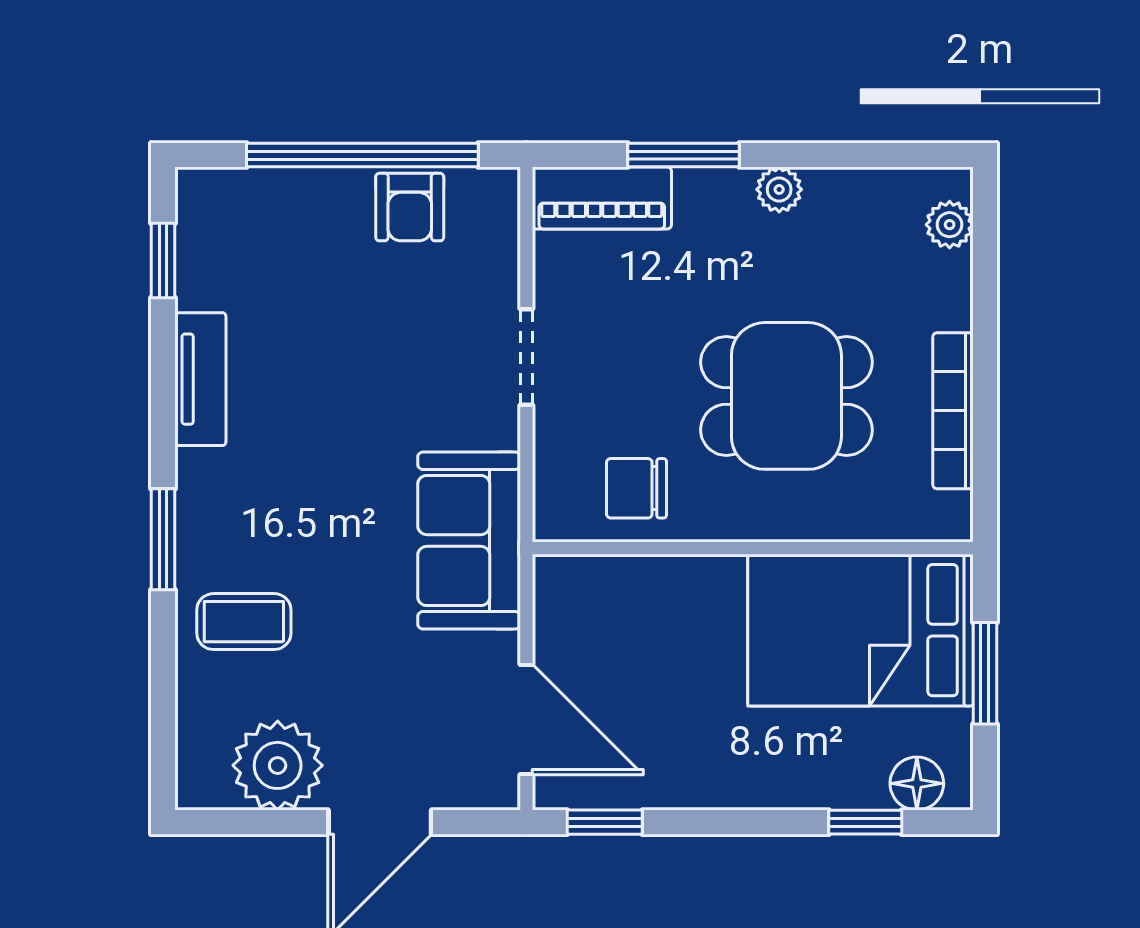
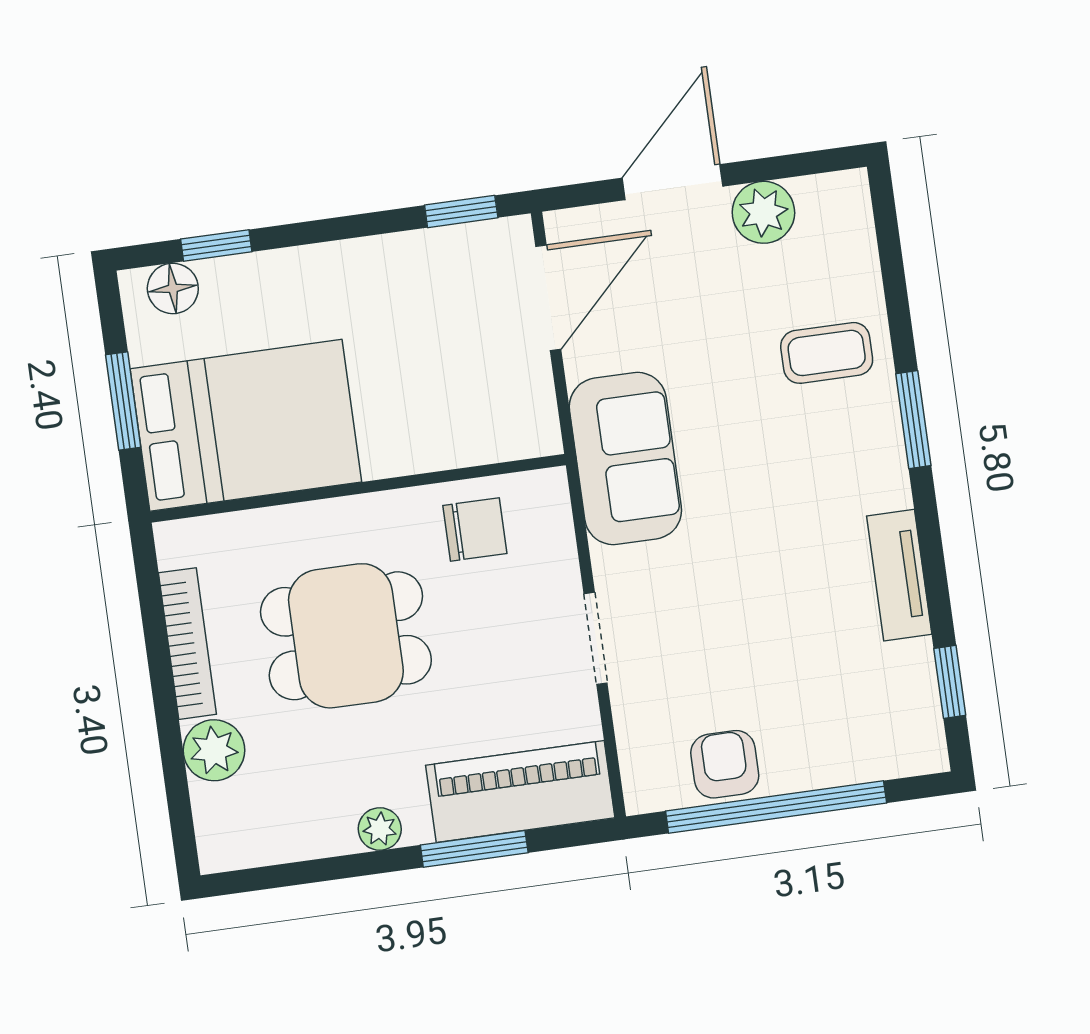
piano: (602, 198) -> (520, 792), width x1.37, depth x1.33
plant: (950, 225) -> (214, 750), moved, width x1.38, depth x1.38
door: (526, 719) -> (548, 298), swing flipped
plant: (278, 765) -> (763, 212), width x0.73, depth x0.73

